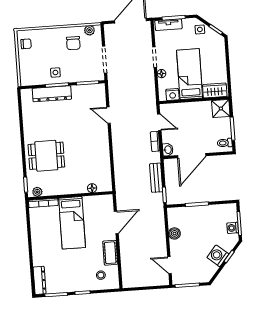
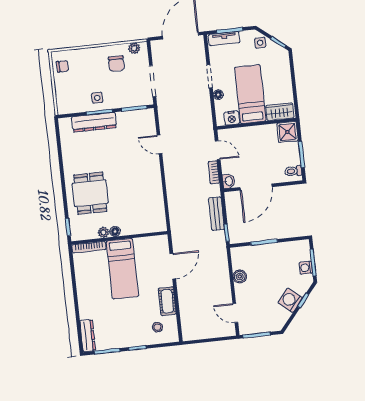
dining table: (46, 156) -> (90, 193), turned 90
floor lamp: (92, 188) -> (115, 231), moved
plant: (37, 192) -> (103, 232), moved

